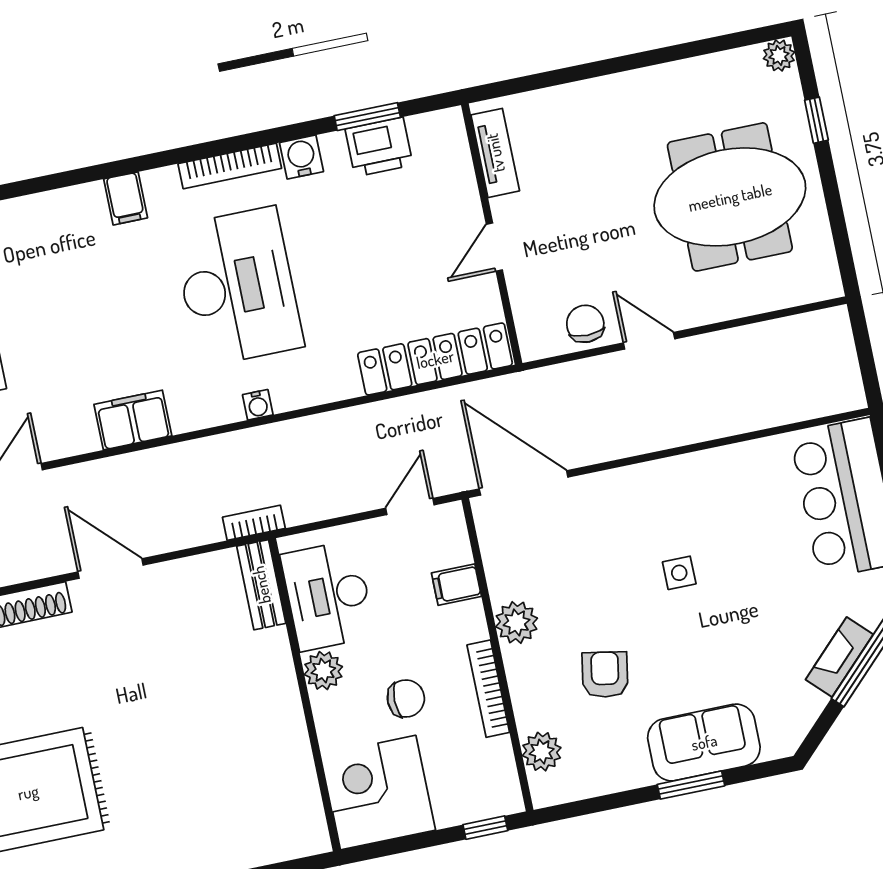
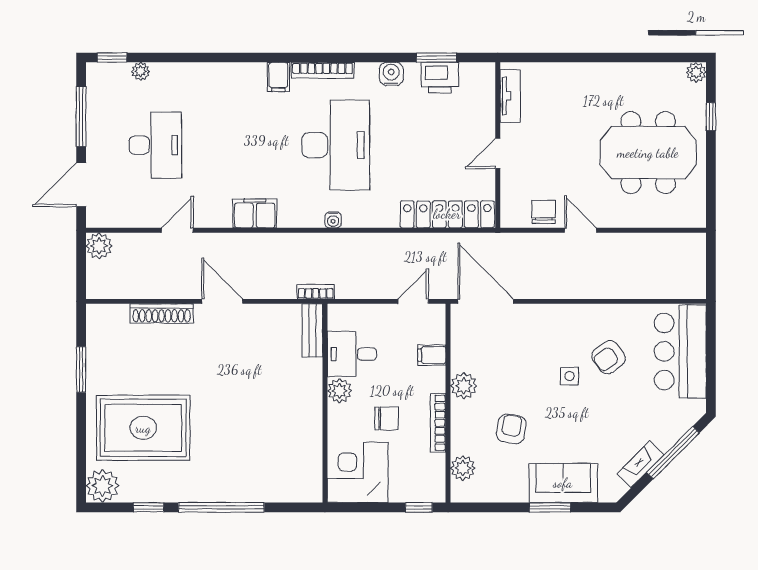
bookcase: (230, 166) -> (323, 70), moved
armchair: (734, 531) -> (609, 357), added
desk: (328, 596) -> (352, 354), width x0.73
fireplace: (839, 657) -> (640, 464), moved

